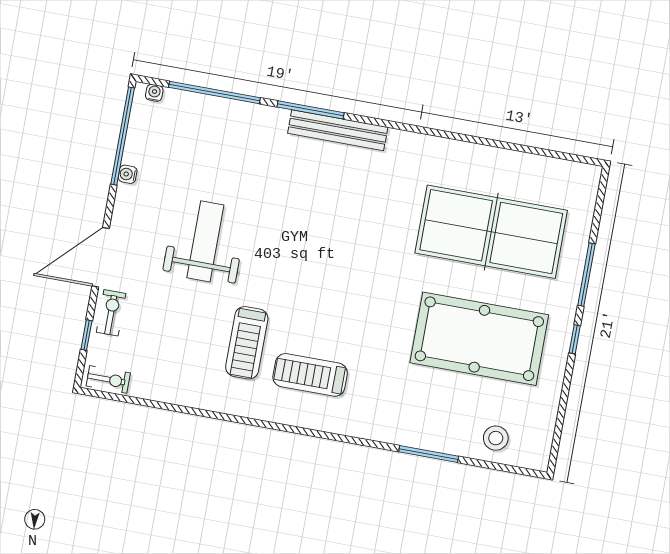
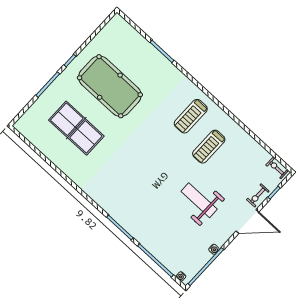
bench: (338, 130) -> (114, 212), removed
table tennis table: (491, 232) -> (76, 128), width x0.73, depth x0.76
weight bench: (205, 241) -> (199, 200), turned 90
treadmill: (247, 343) -> (209, 147), turned 180
treadmill: (310, 375) -> (191, 116), turned 90
stool: (496, 438) -> (129, 40), removed

